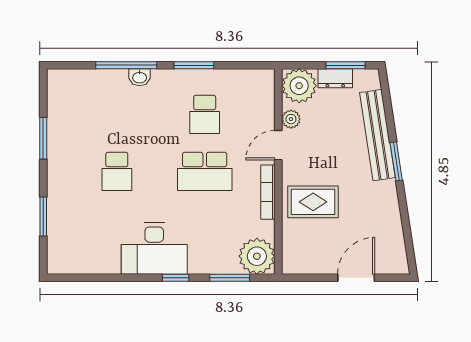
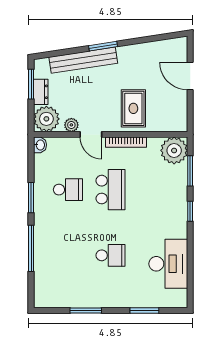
washbasin: (140, 77) -> (40, 145), moved
desk: (154, 248) -> (168, 264), moved

